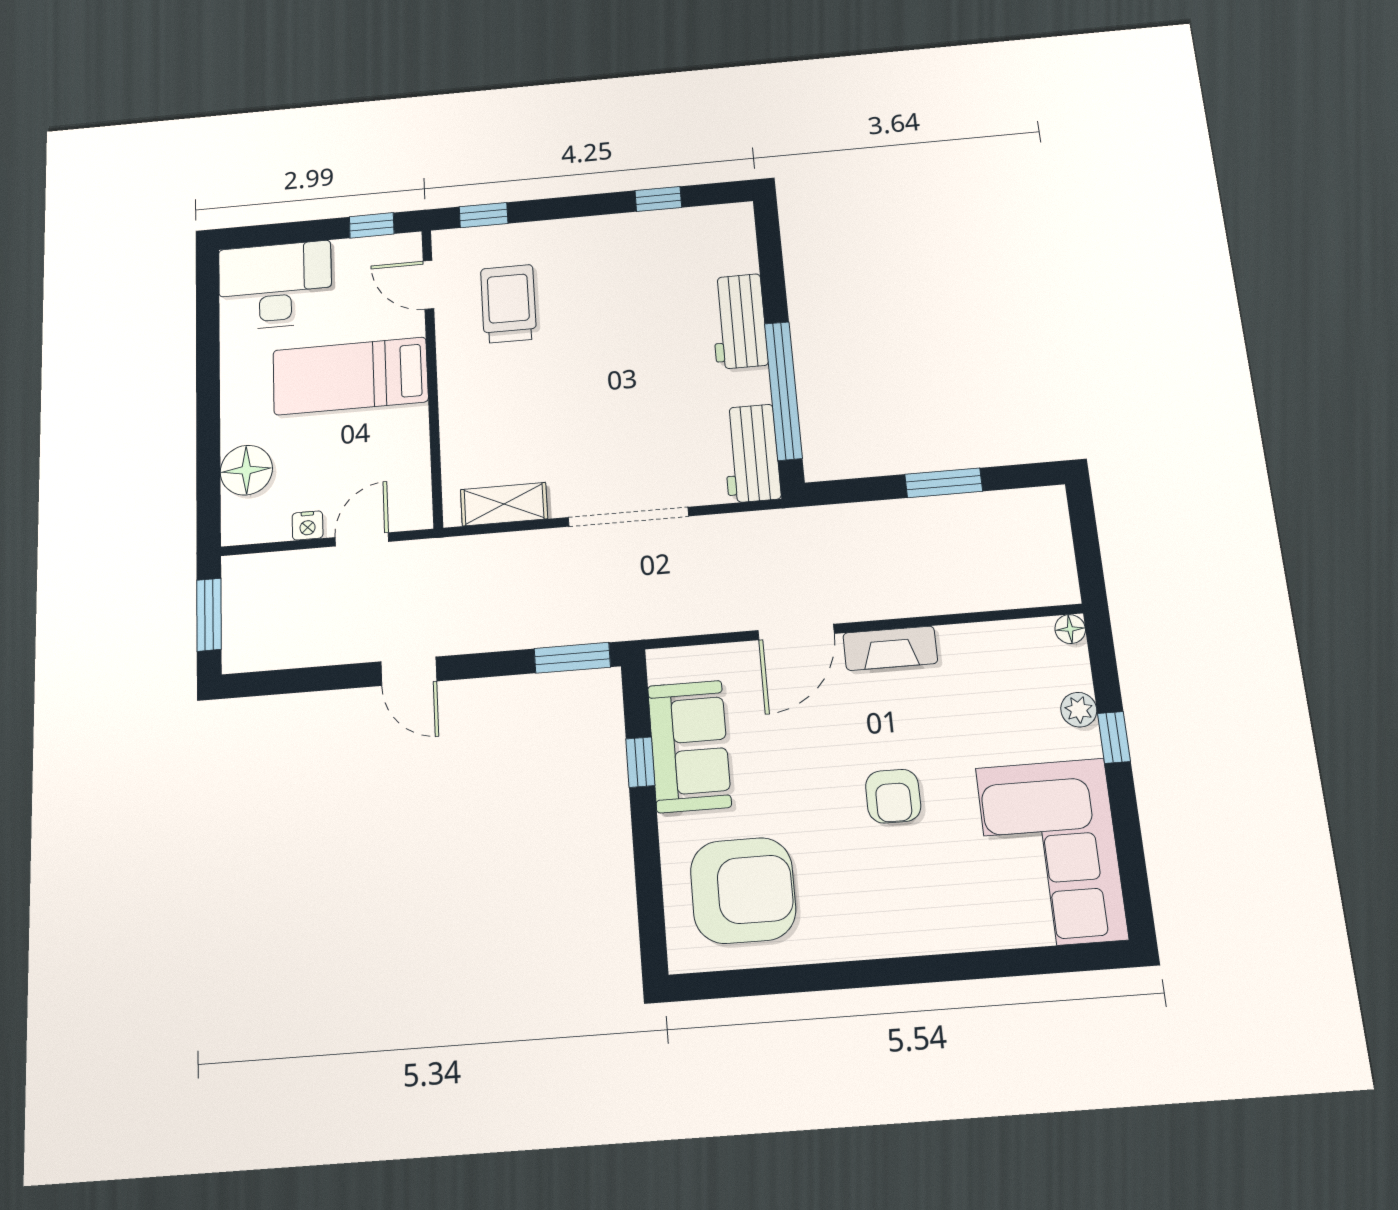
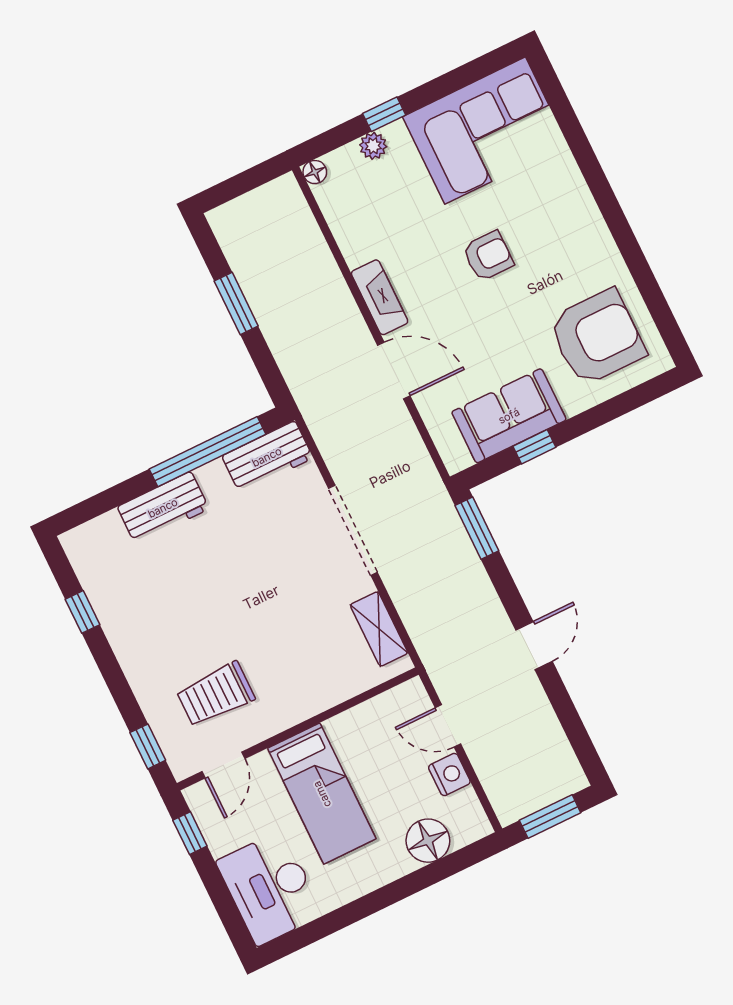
nightstand: (308, 526) -> (449, 775), width x1.39, depth x1.35
armchair: (743, 890) -> (597, 337), turned 90

